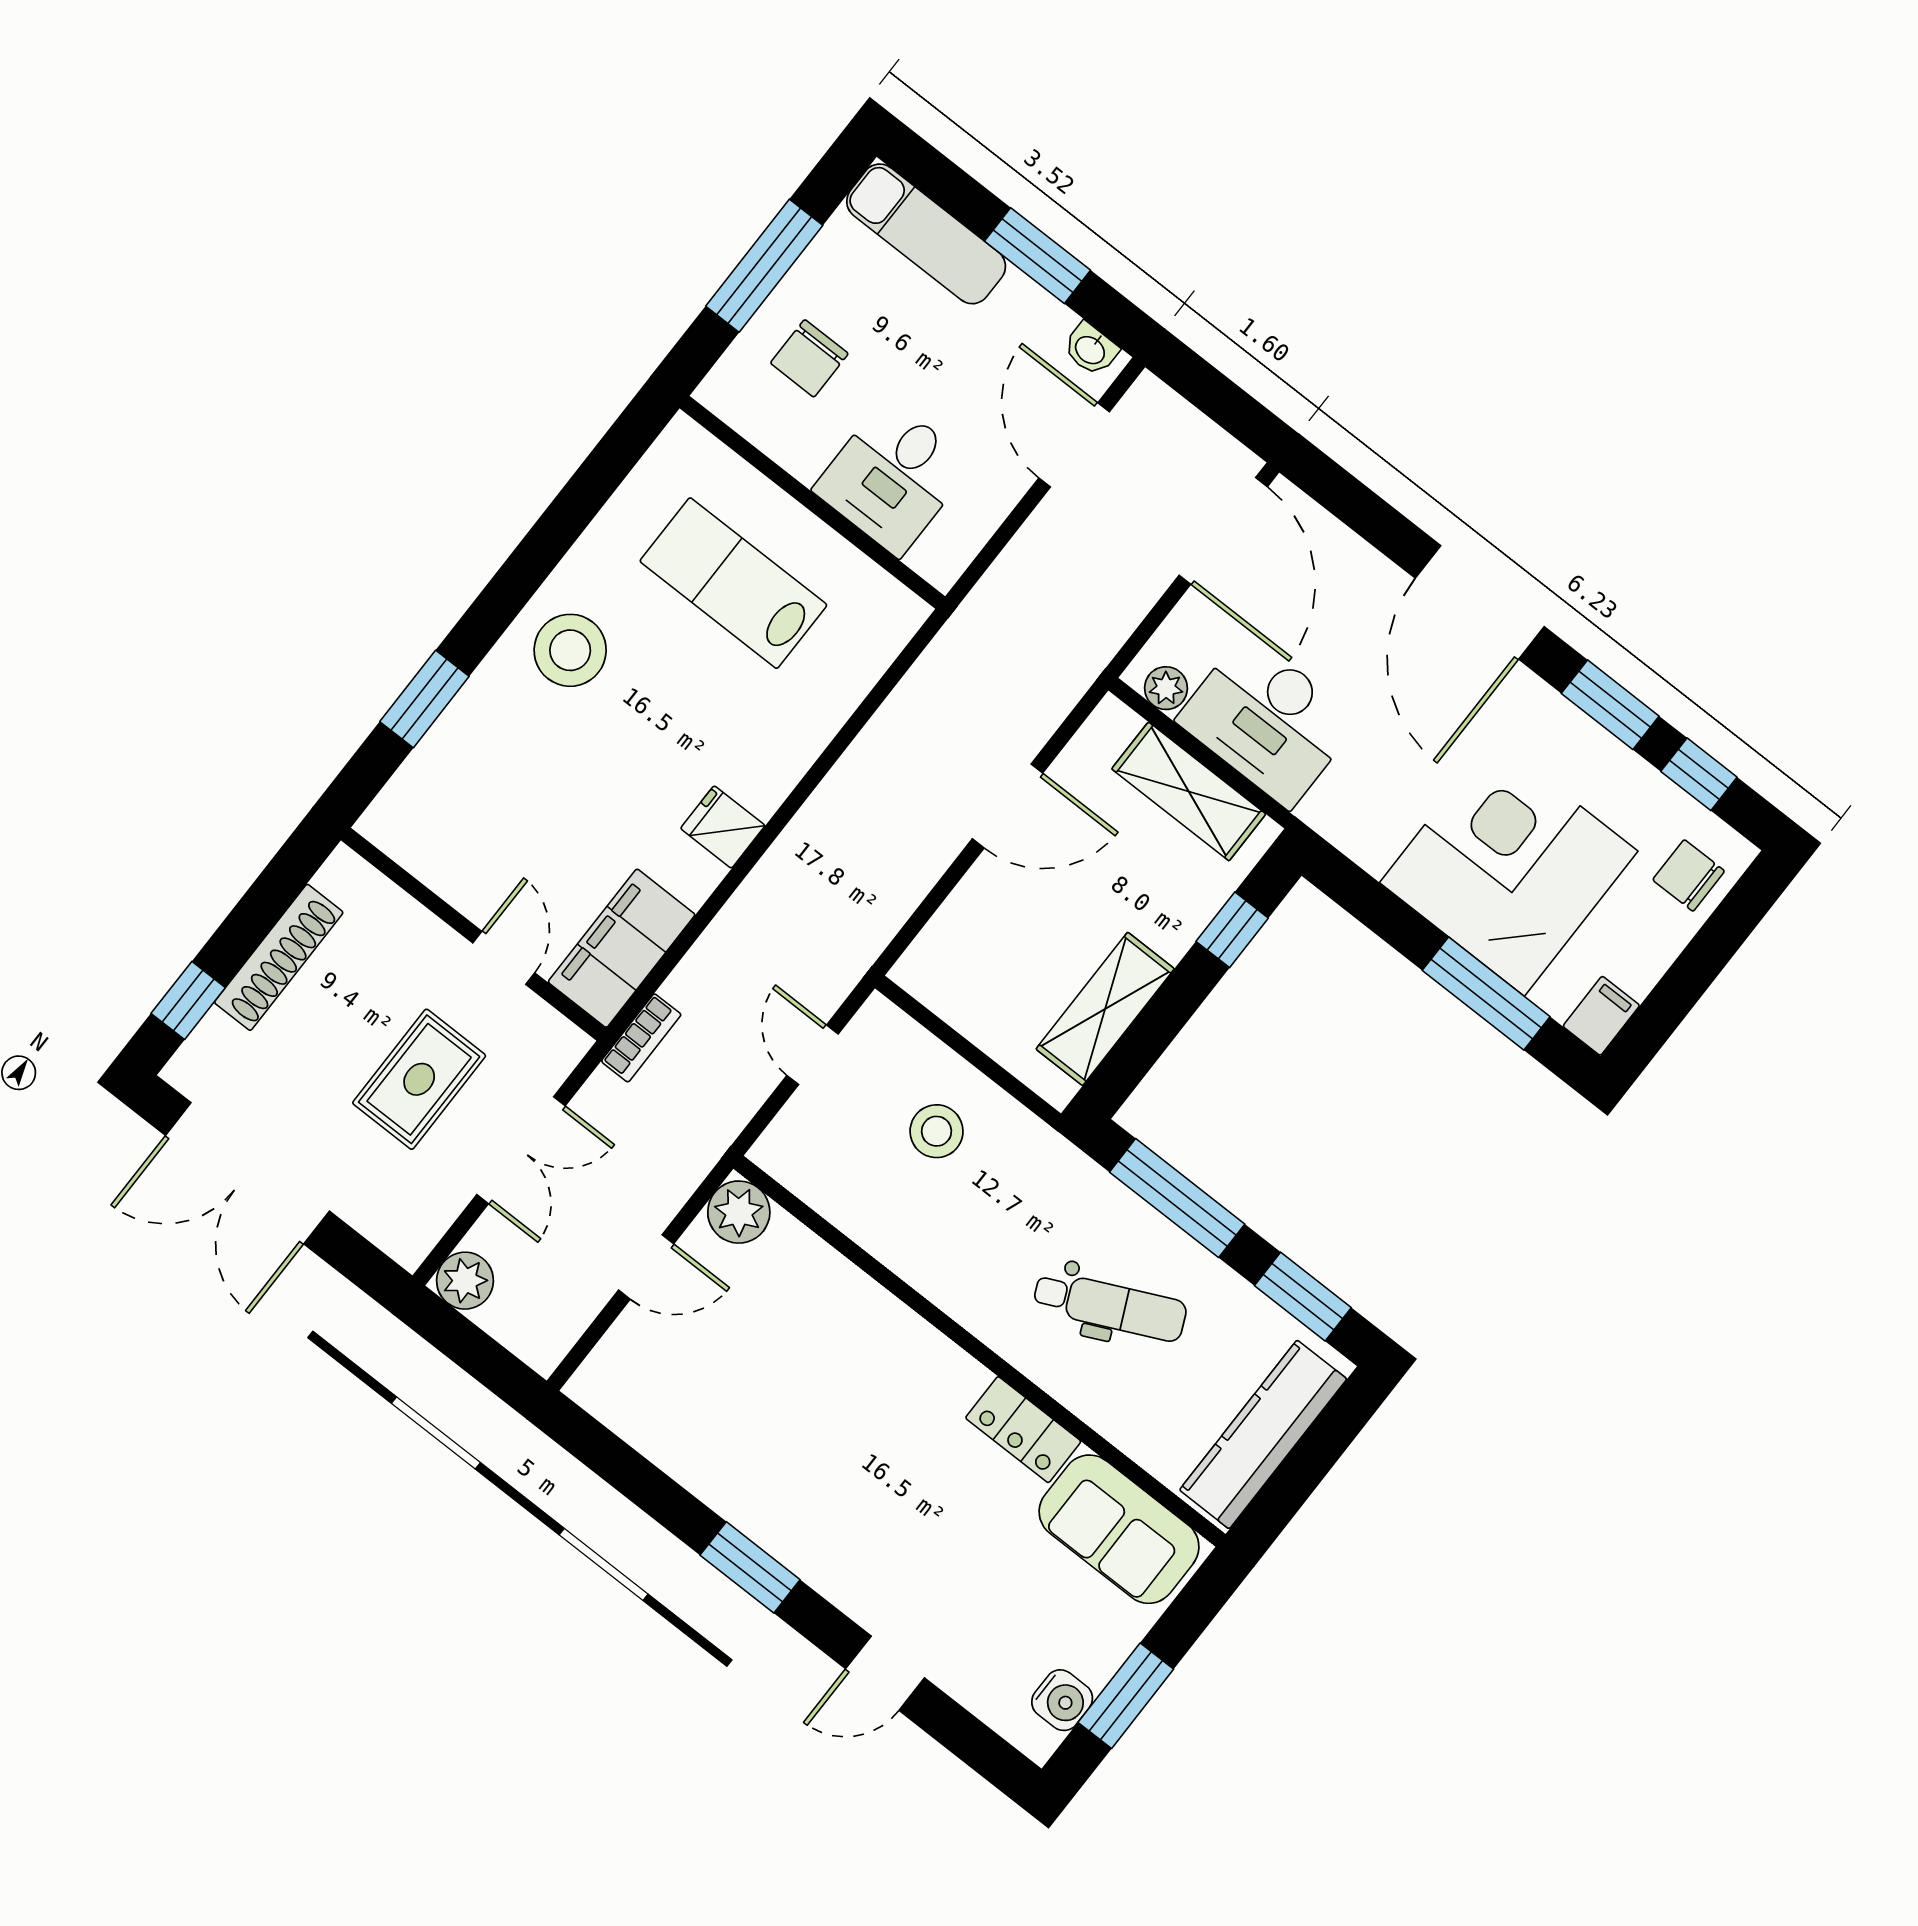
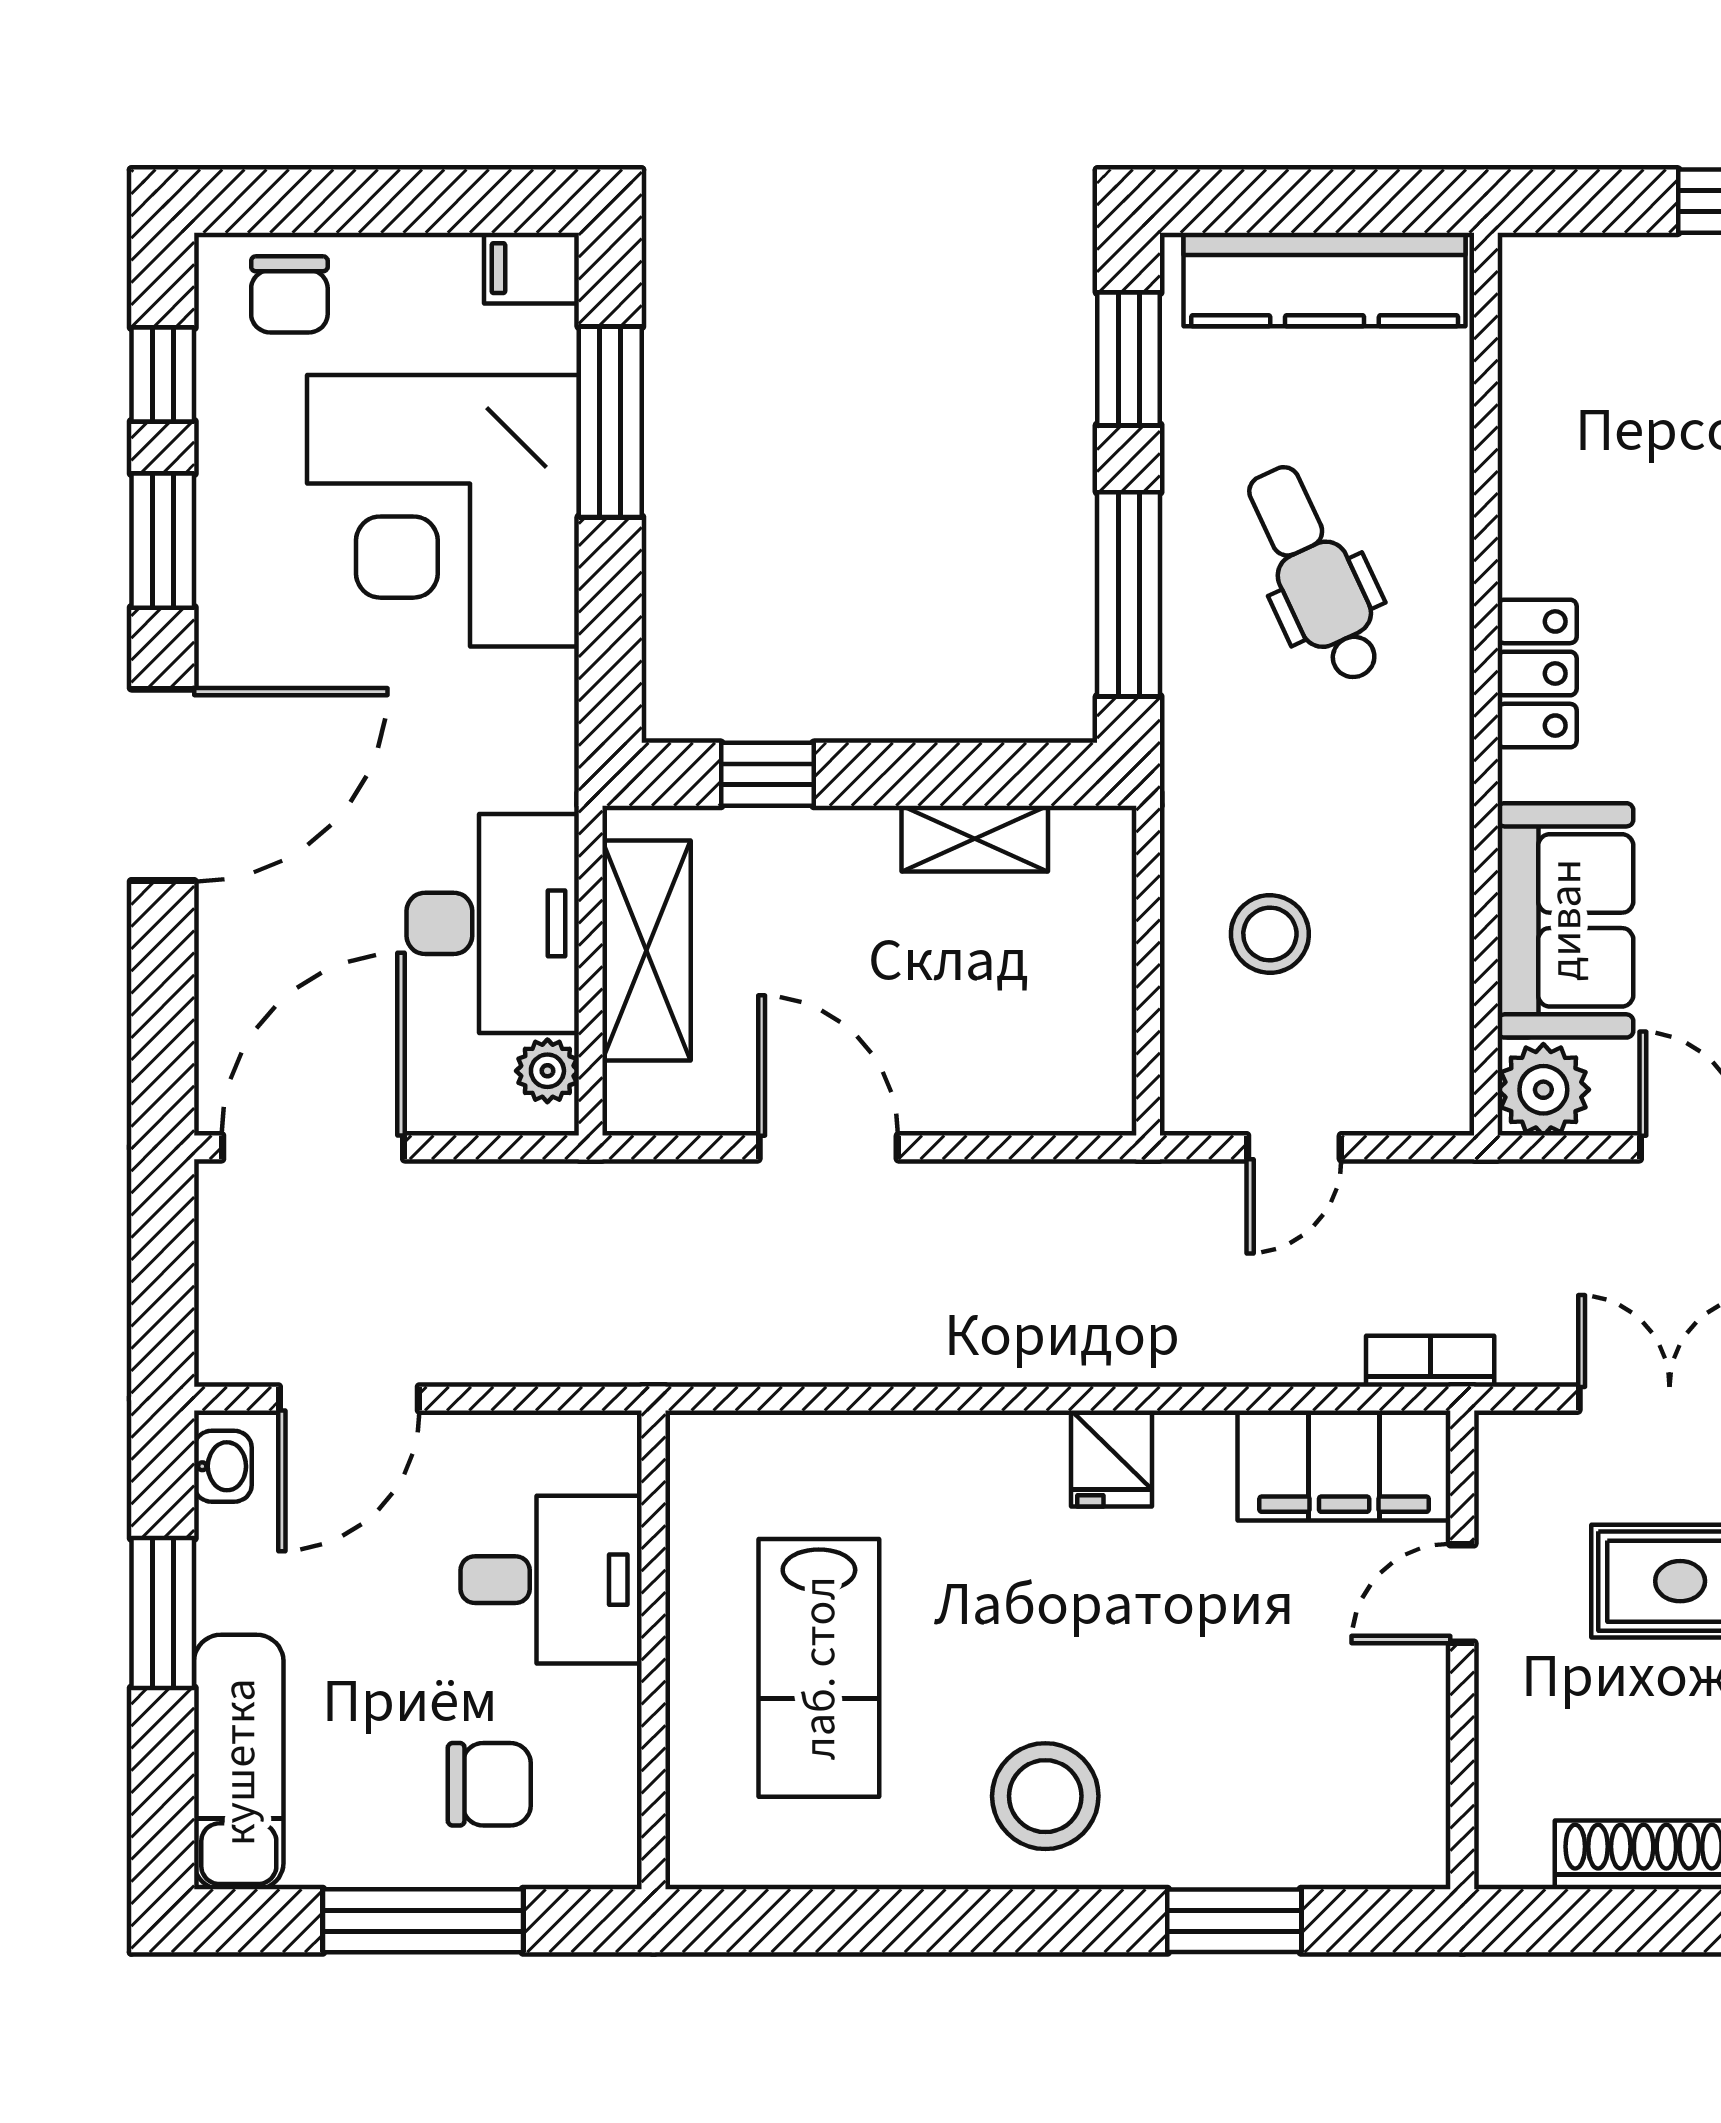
shelving: (1105, 1009) -> (975, 839), width x0.67, depth x0.75
locker: (1023, 1430) -> (1537, 674), moved
sofa: (1119, 1529) -> (1565, 920), moved

